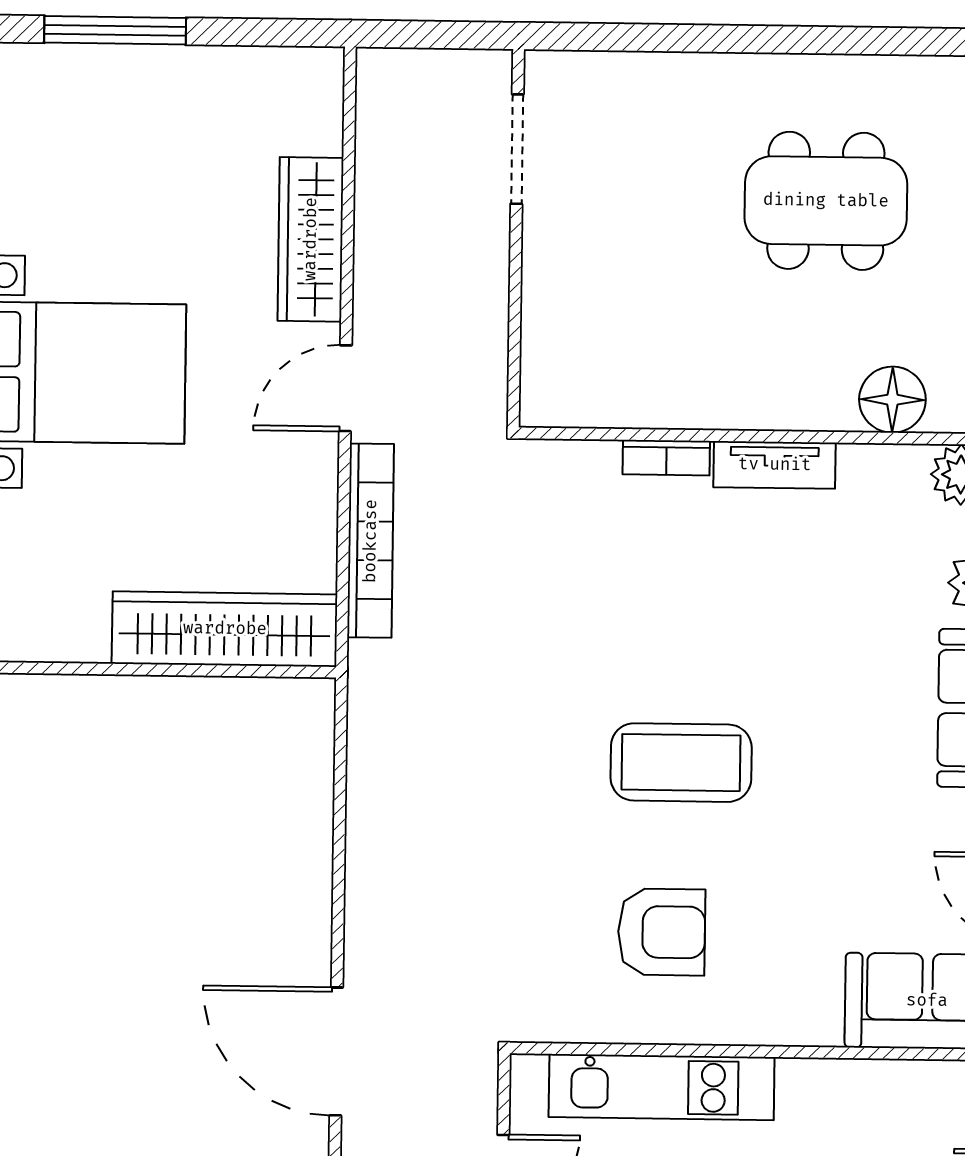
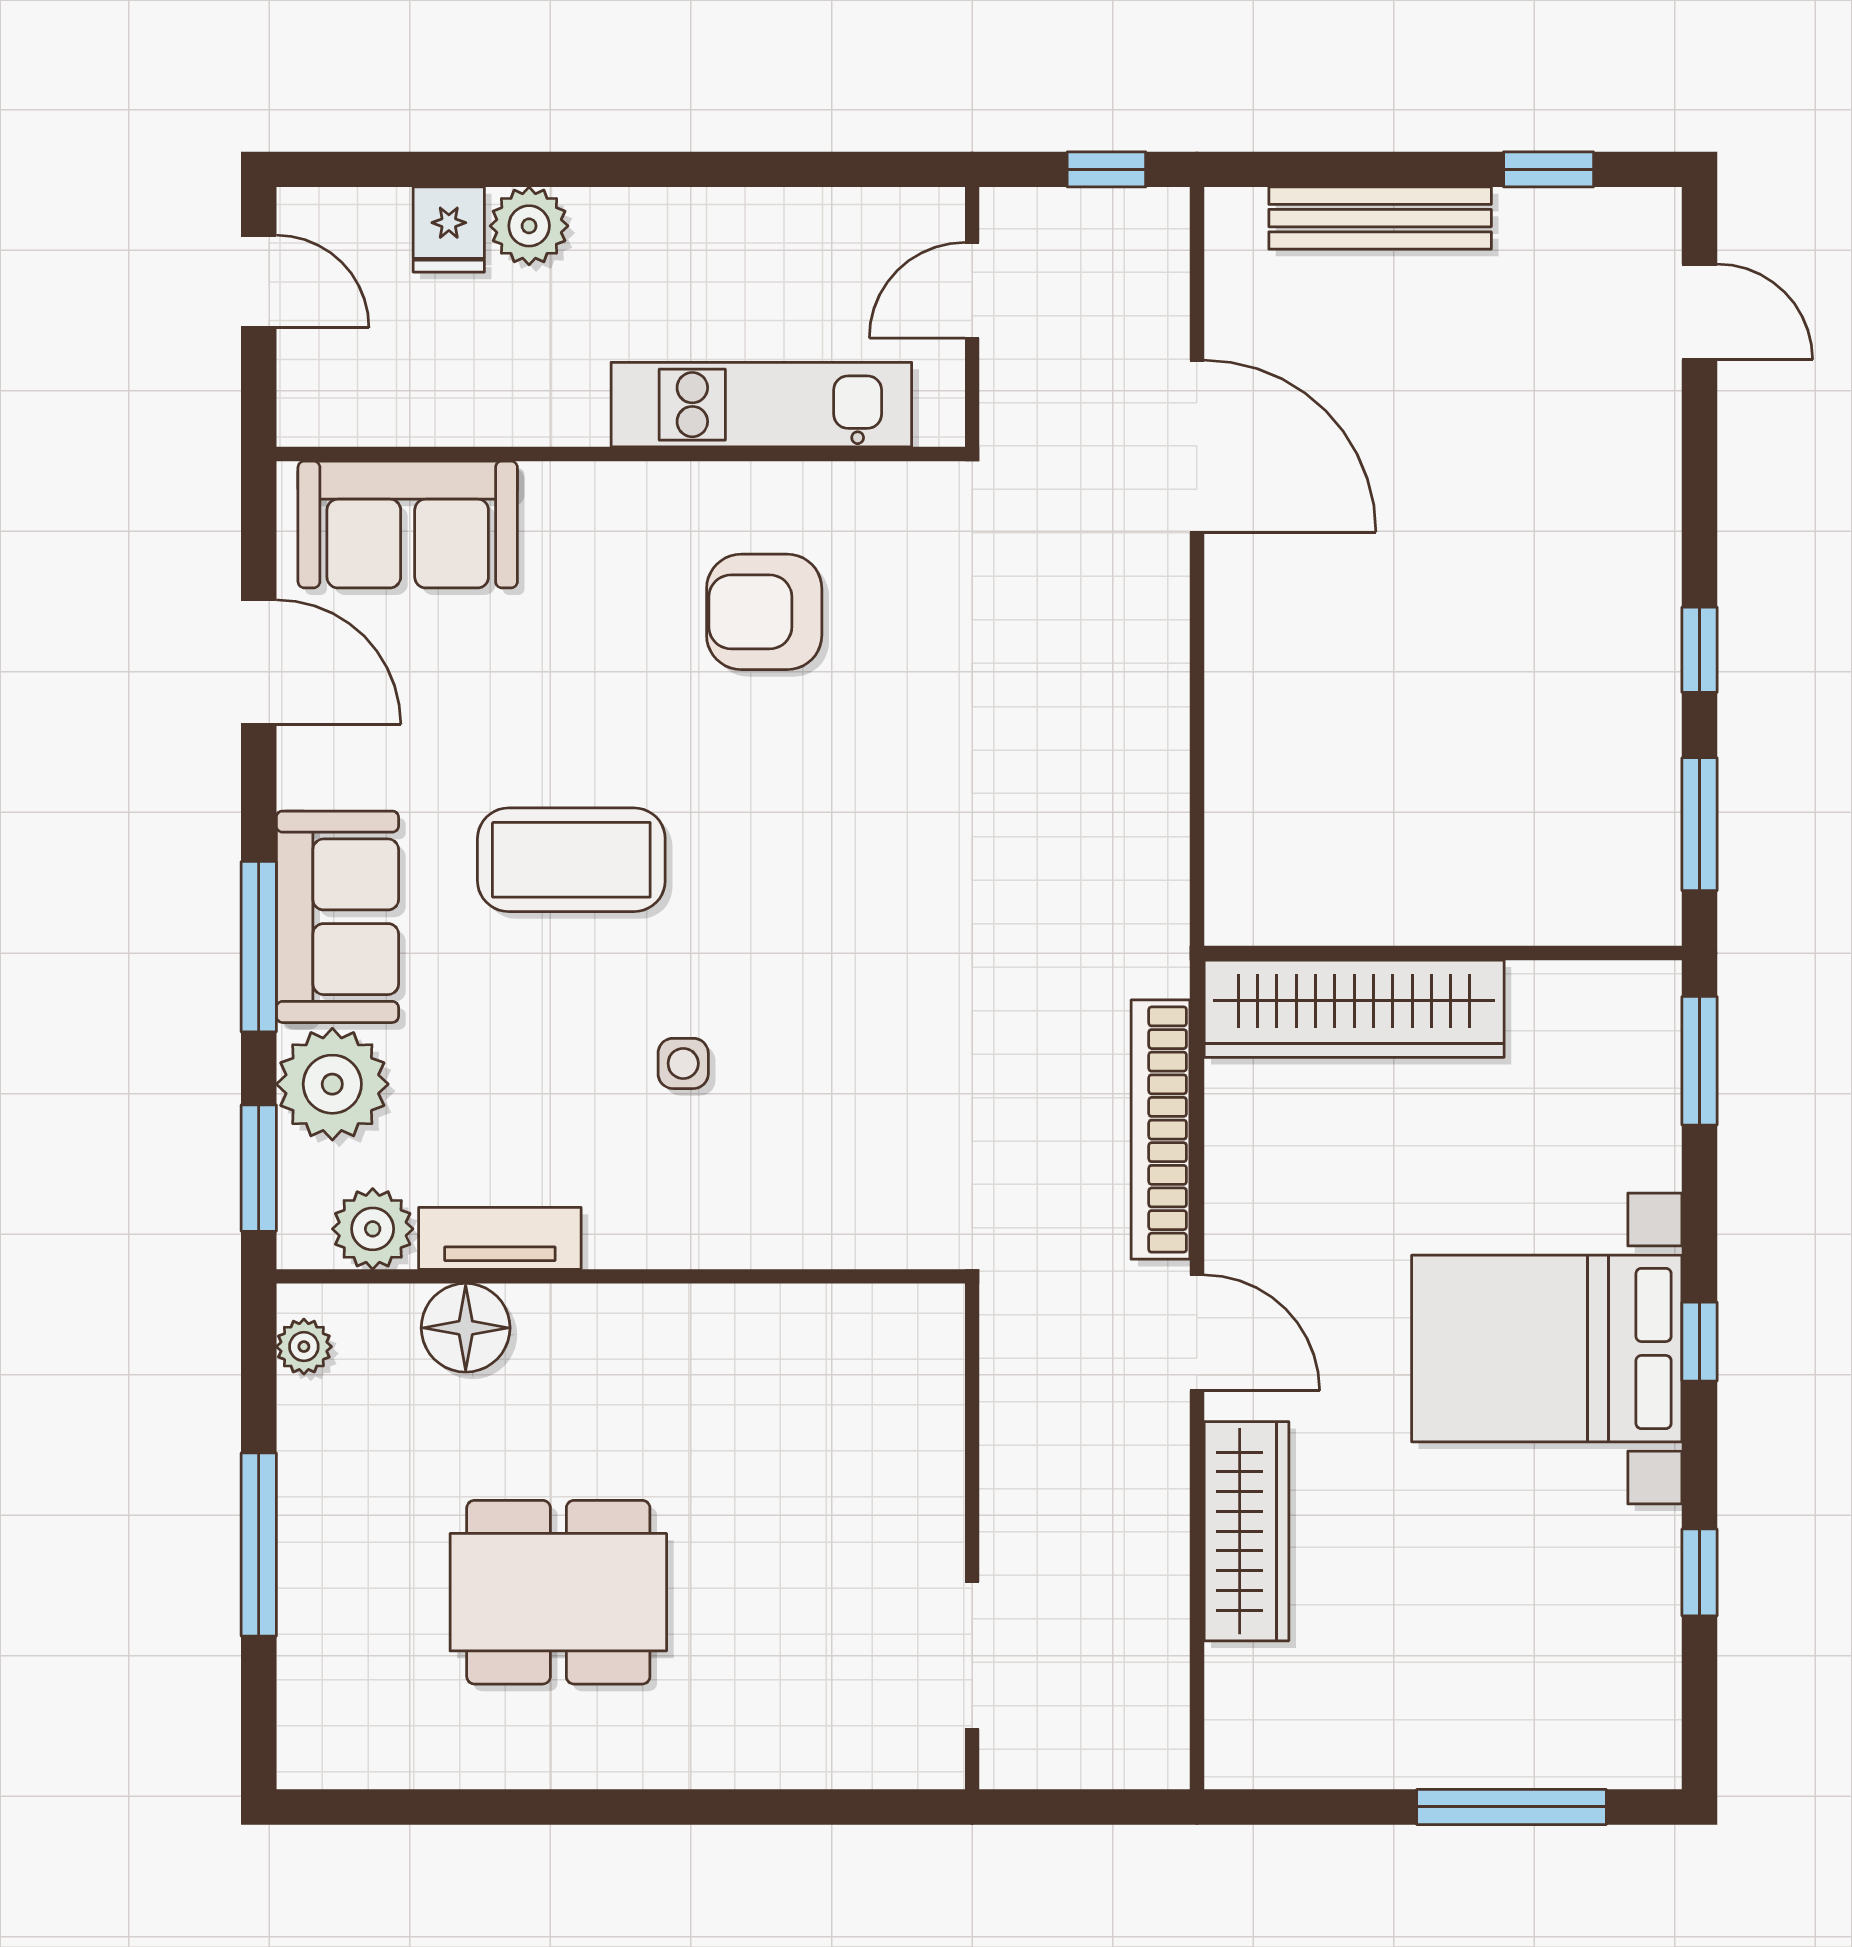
door: (345, 388) -> (1197, 1333), hinge flipped
bookcase: (666, 458) -> (767, 1246), removed
tv unit: (775, 465) -> (500, 1238), moved
side table: (727, 595) -> (683, 1063), added
coffee table: (681, 763) -> (571, 860), moved

